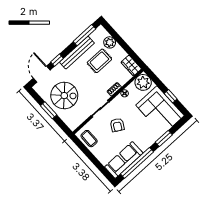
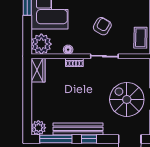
plant: (110, 42) -> (38, 128), moved
window: (57, 60) -> (89, 139), moved
rug: (99, 61) -> (64, 102), removed

